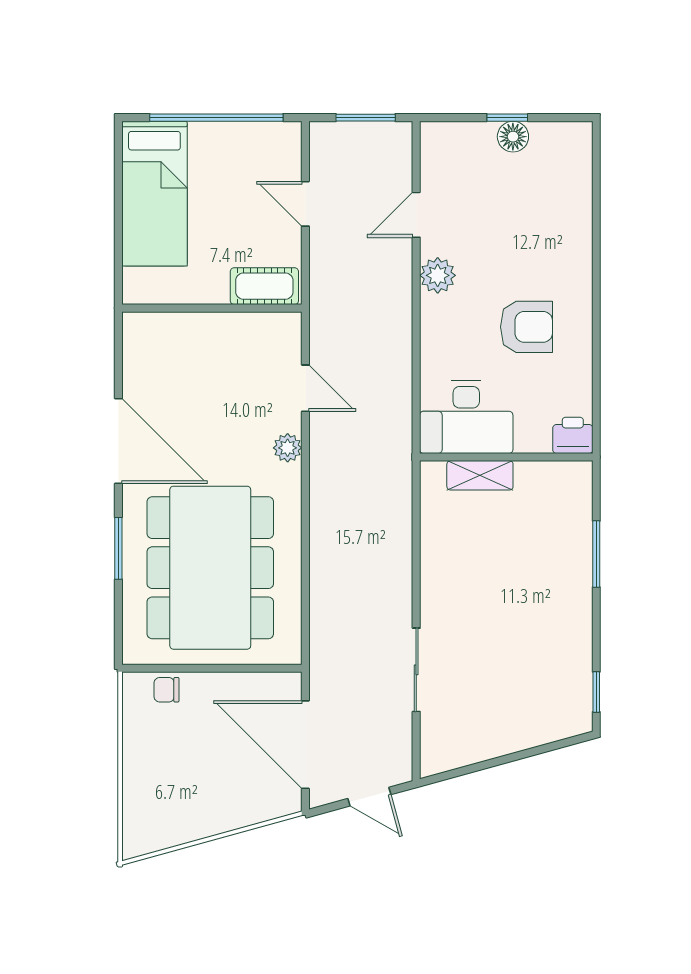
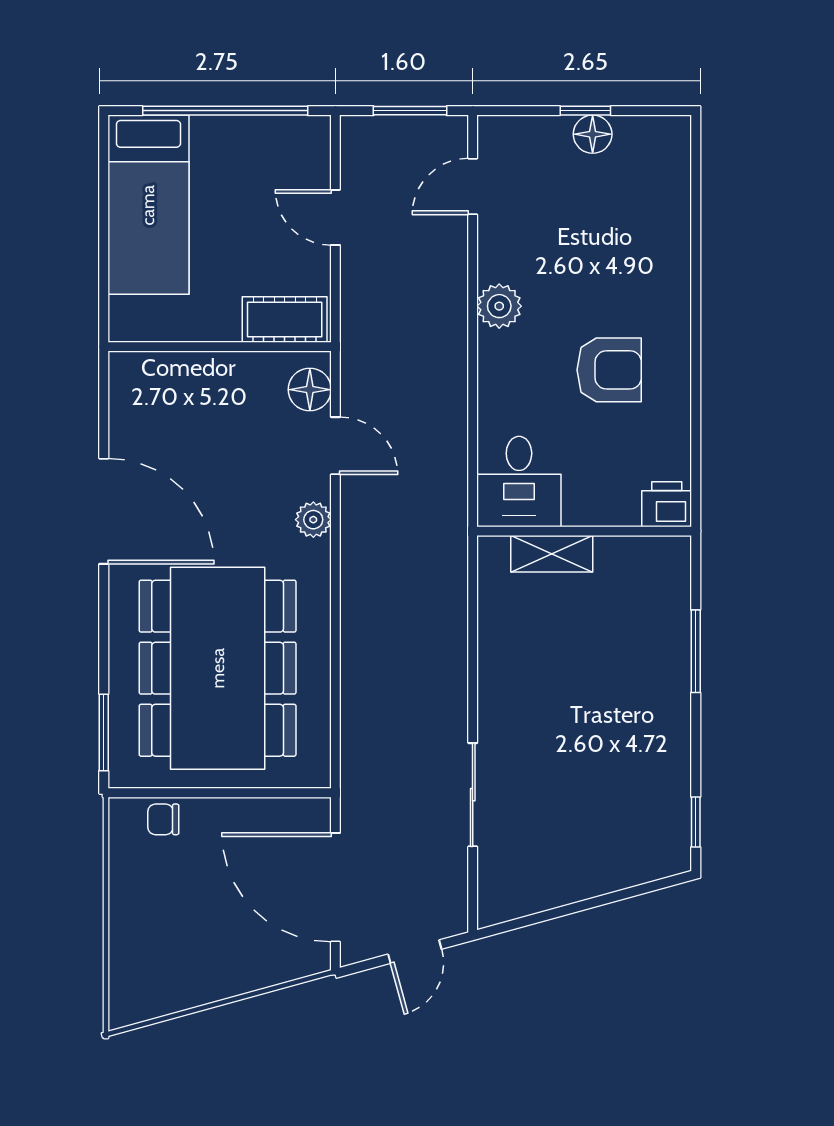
door: (416, 215) -> (473, 187), moved
floor lamp: (285, 343) -> (310, 390), added
desk: (466, 417) -> (519, 481), width x0.73
window: (118, 548) -> (104, 732), moved
door: (369, 797) -> (415, 952), hinge flipped

